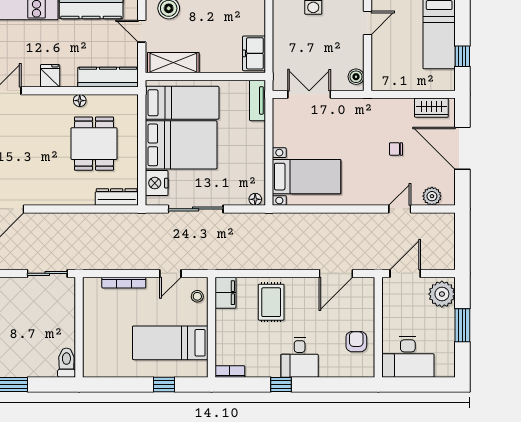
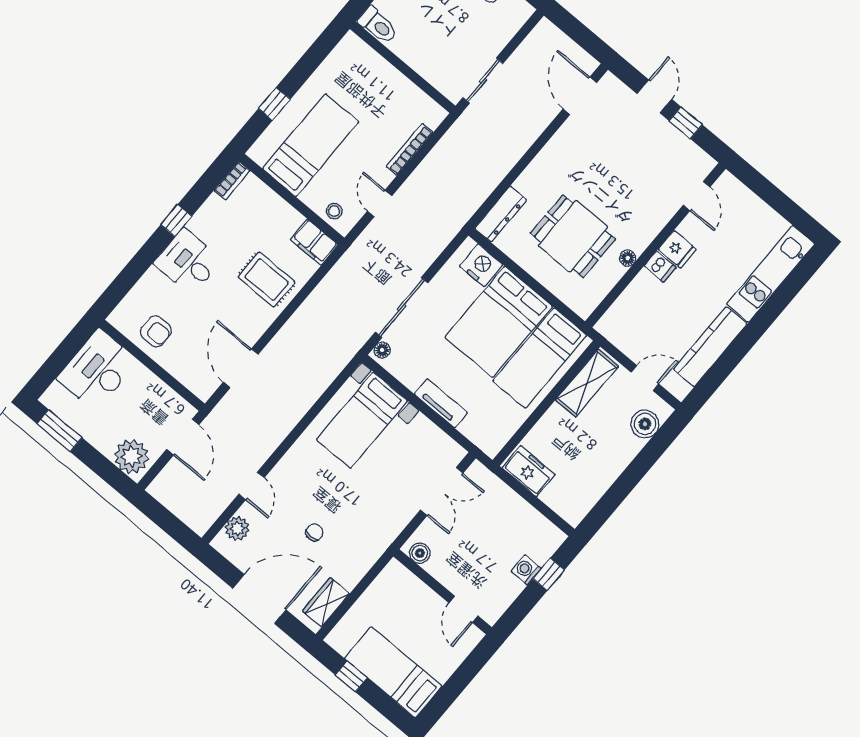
dishwasher: (69, 77) -> (660, 267), added
kitchen counter: (108, 77) -> (627, 306), removed
tv unit: (258, 100) -> (441, 403), moved
sliding door: (196, 209) -> (402, 307), moved
window: (462, 325) -> (60, 431), moved

